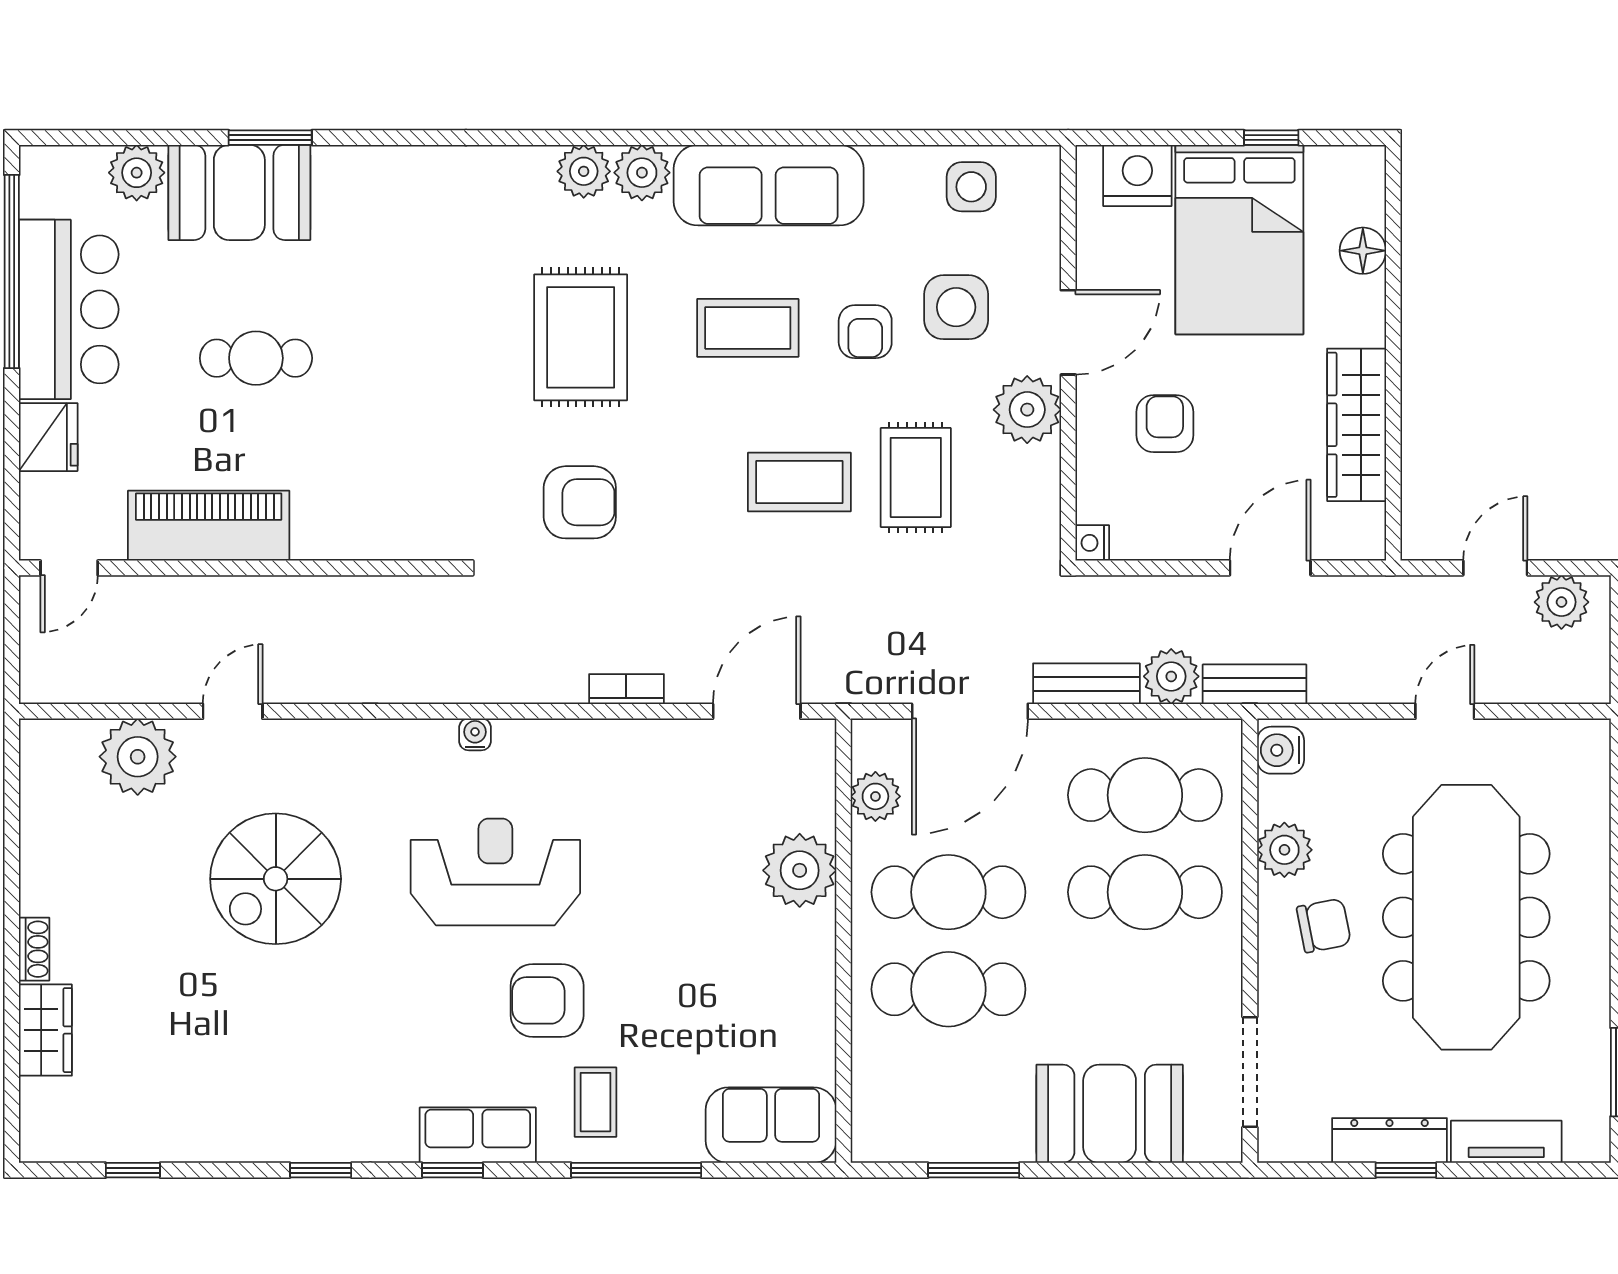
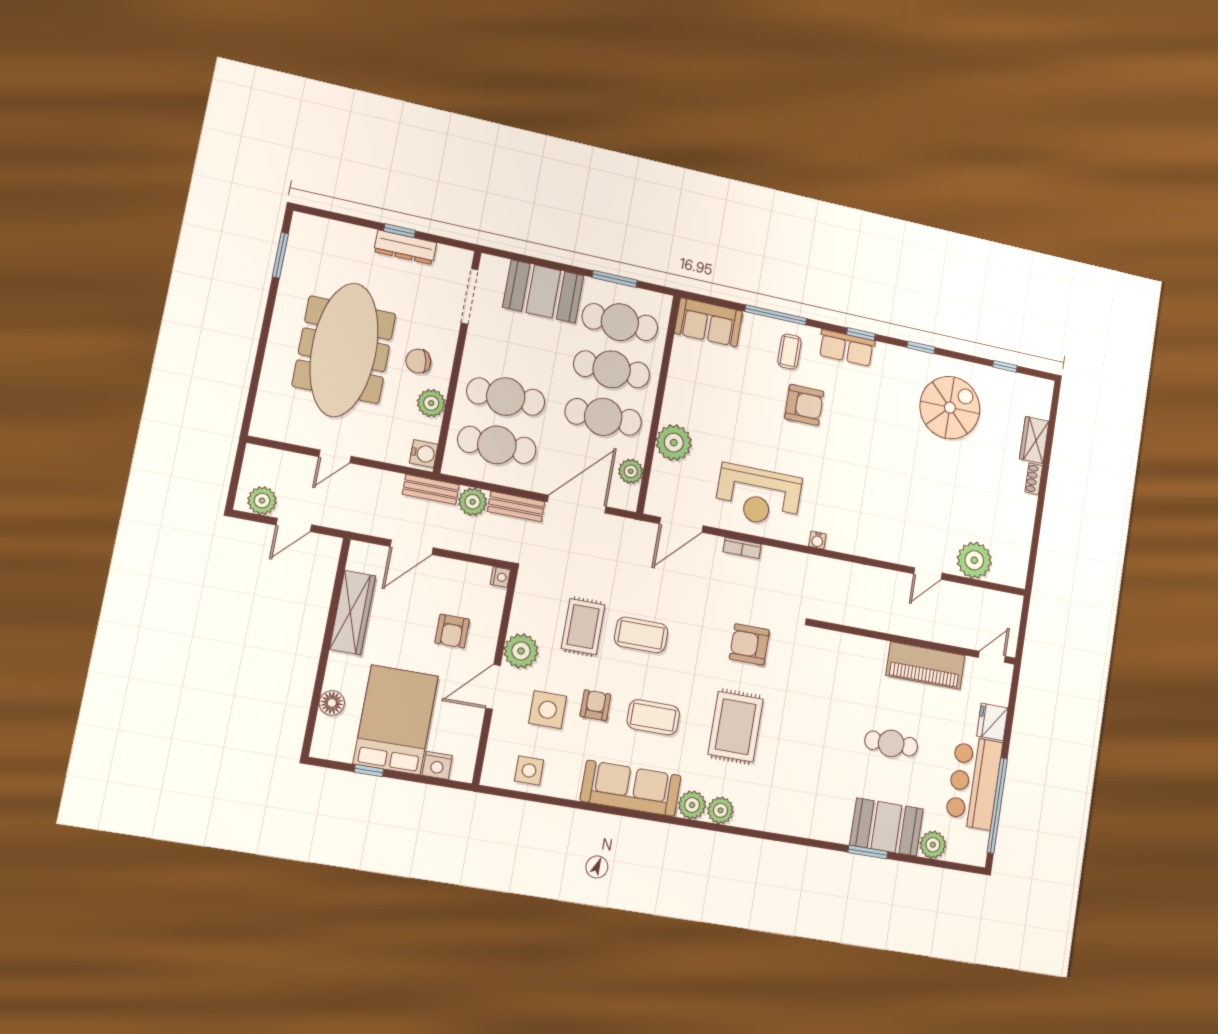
nightstand: (1137, 175) -> (437, 765), width x0.74, depth x0.75
reception desk: (495, 872) -> (758, 496), moved
spiral stairs: (276, 879) -> (950, 408), moved
cafe table: (948, 1086) -> (620, 322), added
tv unit: (1506, 1142) -> (345, 233), removed

